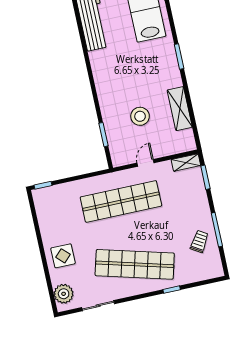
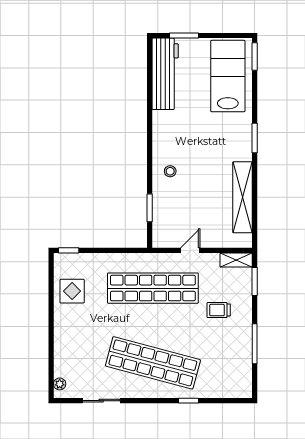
shelving: (180, 109) -> (243, 197), width x1.47
stool: (140, 116) -> (170, 171), moved, width x0.53, depth x0.53
trolley: (199, 241) -> (219, 310), moved, turned -121
display table: (63, 256) -> (72, 291), moved
plant: (64, 294) -> (60, 384), width x0.53, depth x0.53

